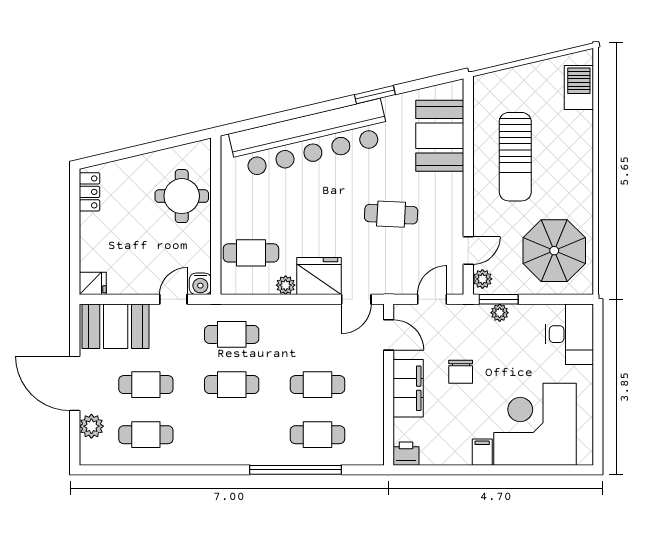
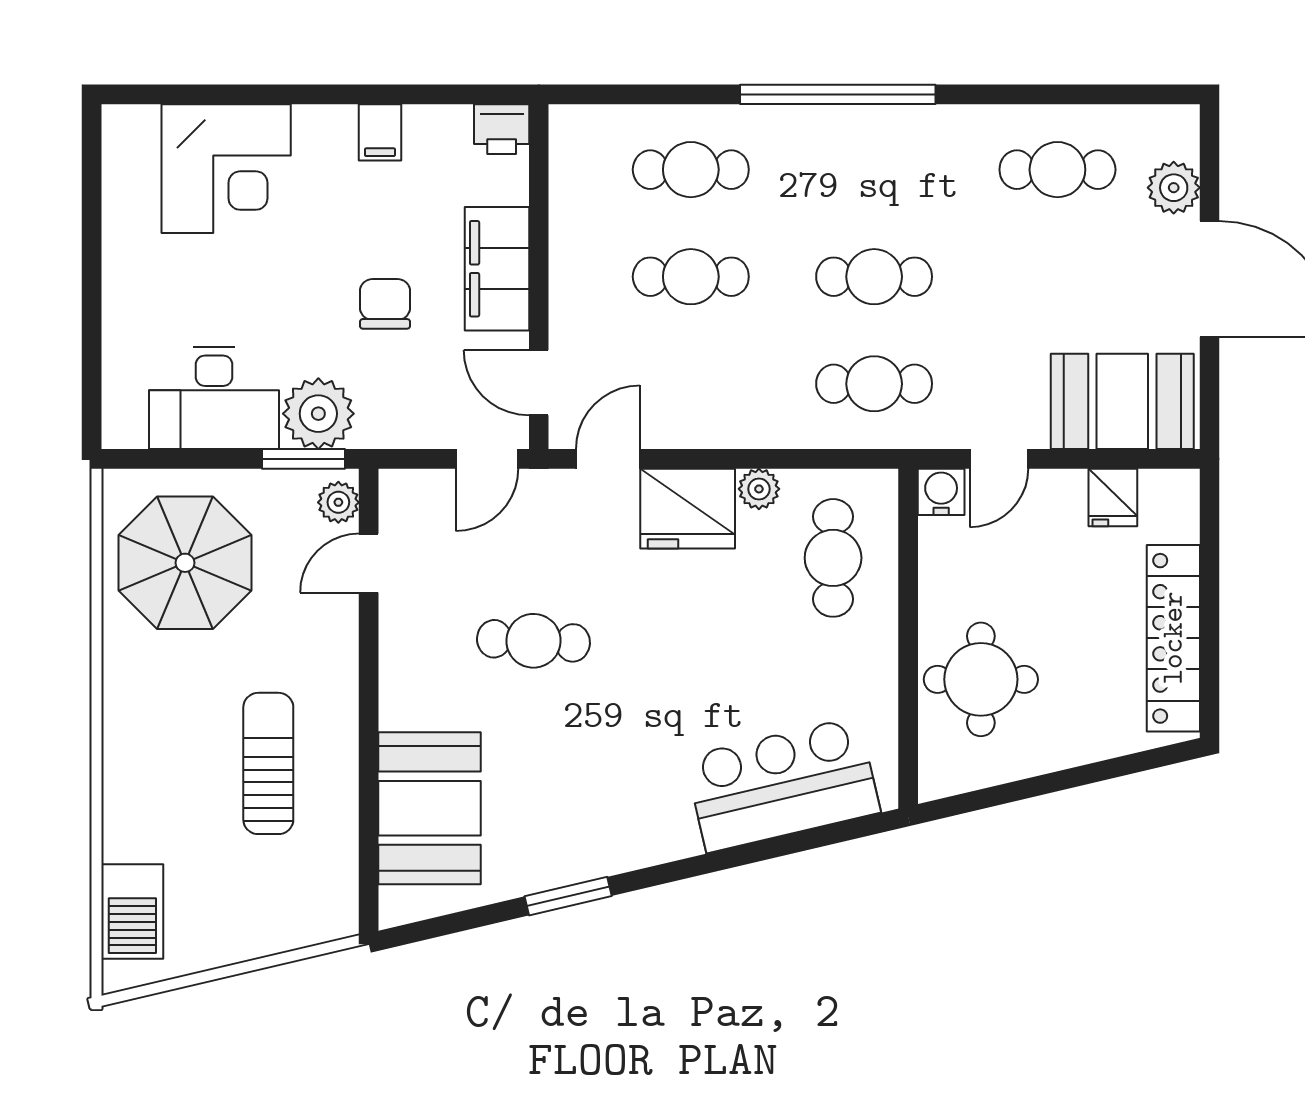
bar counter: (310, 139) -> (783, 785), width x0.54
sun lounger: (515, 157) -> (268, 763), width x0.73, depth x0.75
locker: (90, 192) -> (1173, 638), width x2.16, depth x1.21
cafe table: (251, 253) -> (833, 558), turned 90
fridge: (93, 283) -> (1113, 497), moved, turned -90
door: (432, 299) -> (487, 459), moved
plant: (500, 313) -> (318, 414), width x1.87, depth x1.87
desk: (570, 334) -> (214, 398), moved, turned -90
cafe table: (146, 385) -> (1057, 277), removed
corner desk: (535, 424) -> (226, 169), width x0.74, depth x0.74
filing cabinet: (482, 452) -> (380, 132), moved
window: (296, 470) -> (838, 94), moved

